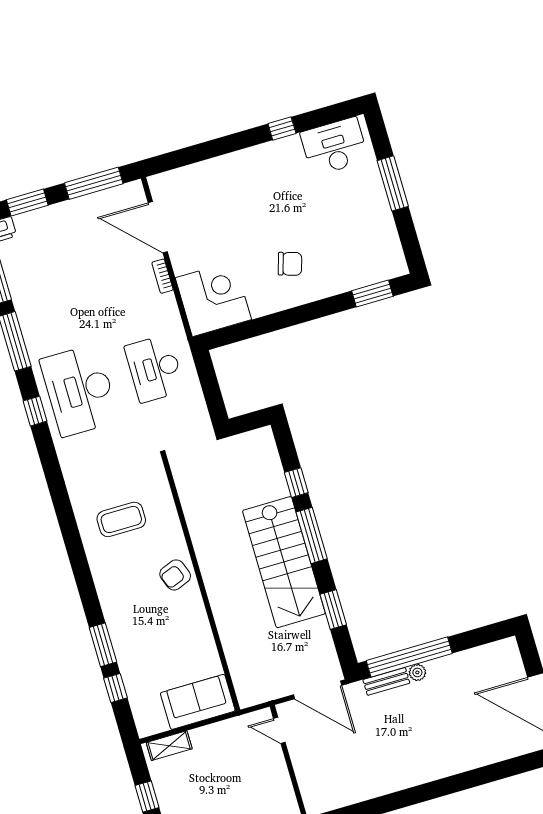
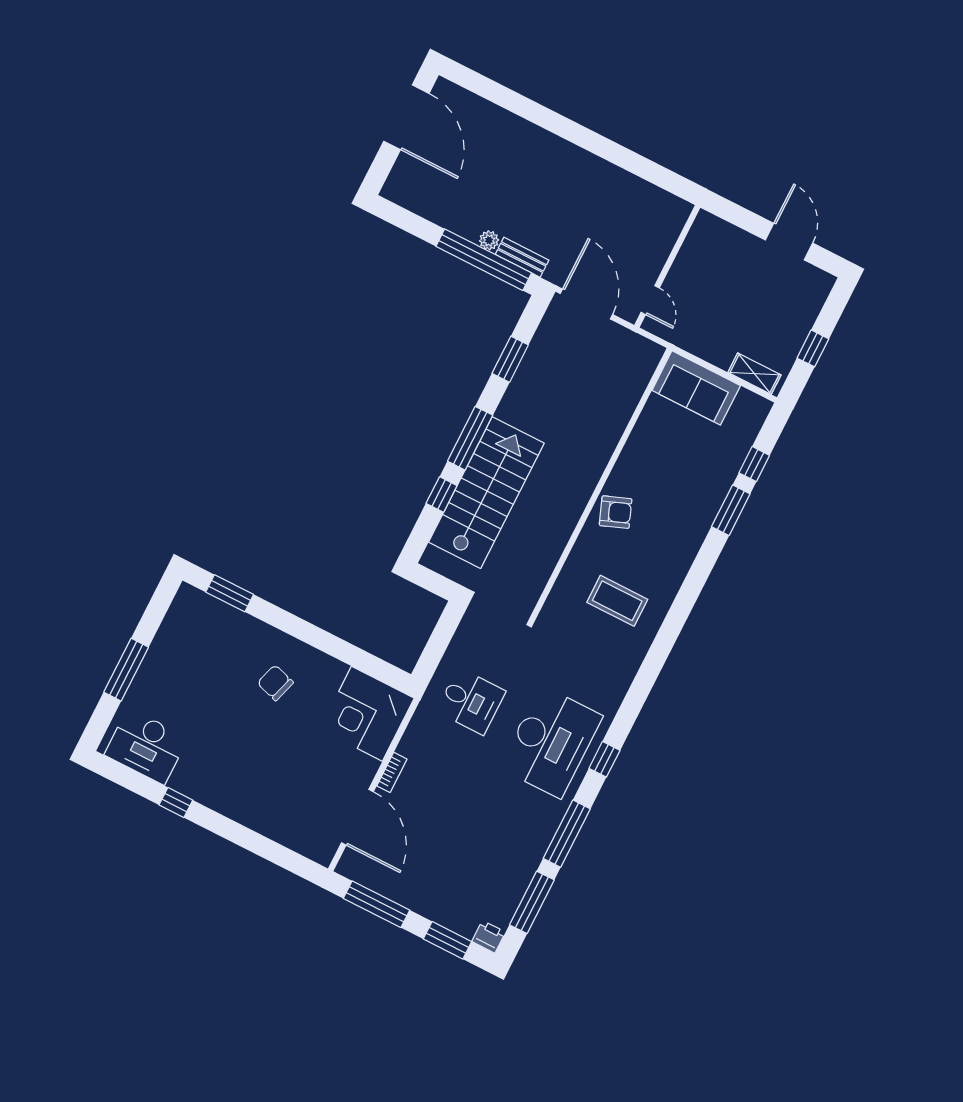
desk: (155, 369) -> (471, 701), width x0.73
stairs: (284, 562) -> (486, 493), moved

